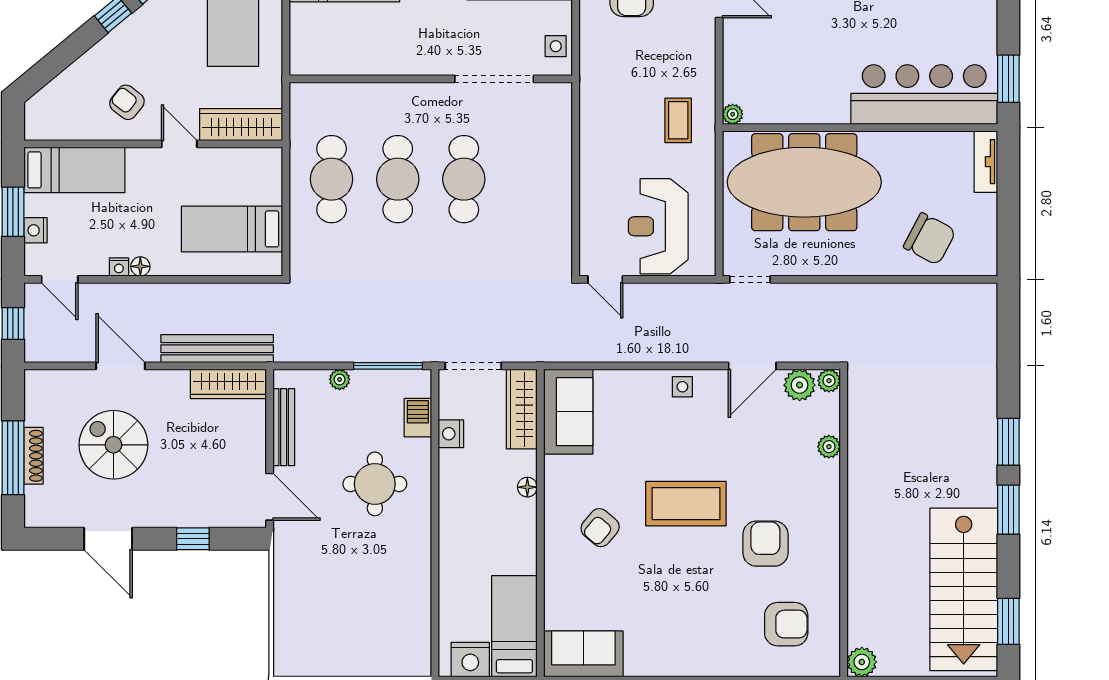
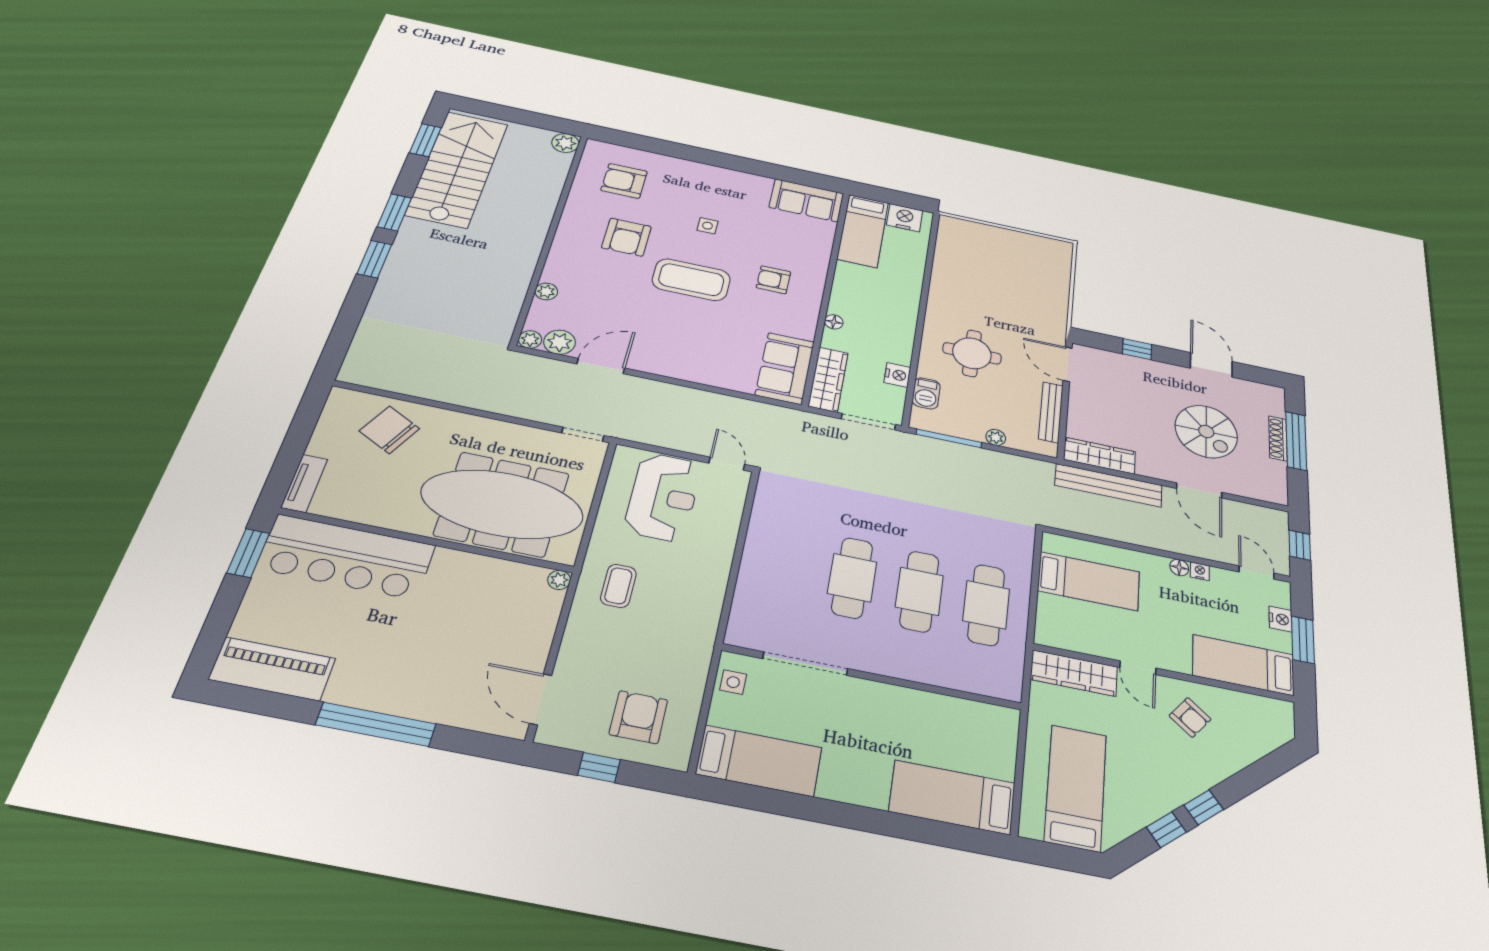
side table: (682, 387) -> (708, 226), moved
armchair: (600, 528) -> (774, 280), turned -130

